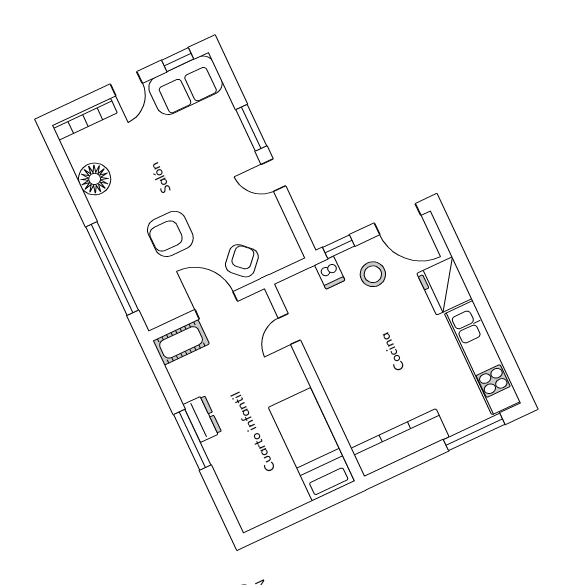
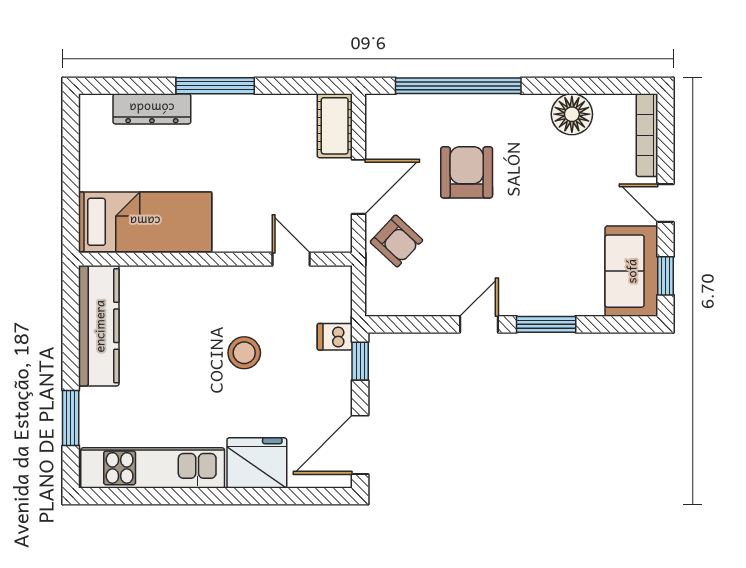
stool: (373, 274) -> (244, 353), moved
dresser: (202, 419) -> (152, 109), moved, width x1.44
window: (474, 432) -> (71, 418), width x0.69

